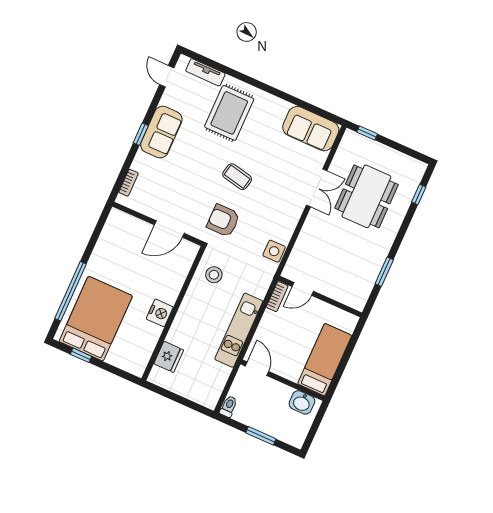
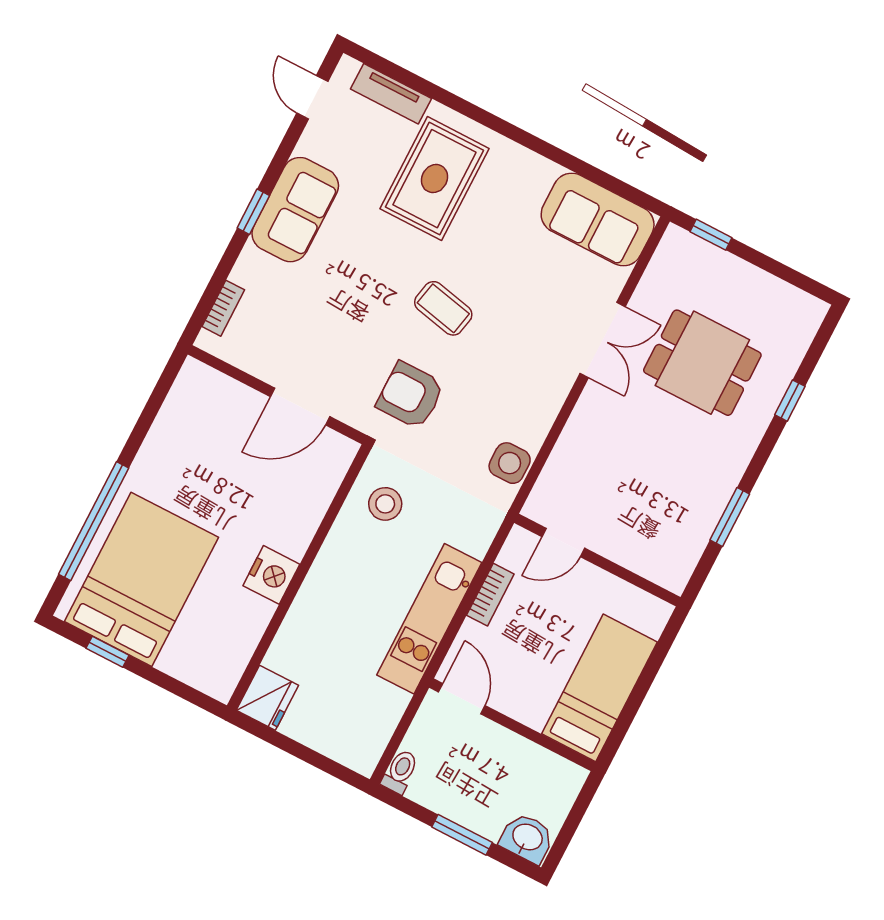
window: (419, 194) -> (790, 401), moved
dining table: (366, 196) -> (702, 363), width x0.73
bookcase: (277, 297) -> (490, 595), moved
fridge: (169, 357) -> (267, 698), moved
washbasin: (302, 402) -> (527, 838), moved, turned 180

